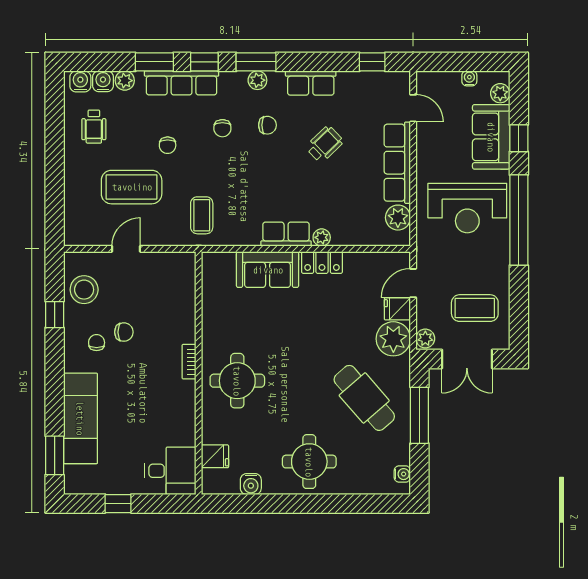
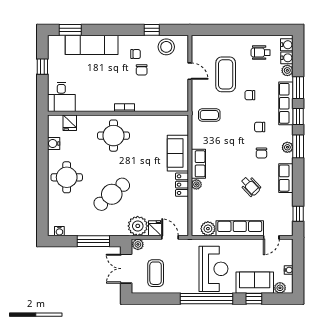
reception desk: (467, 208) -> (213, 269), turned 180
cafe table: (364, 398) -> (112, 194), moved

